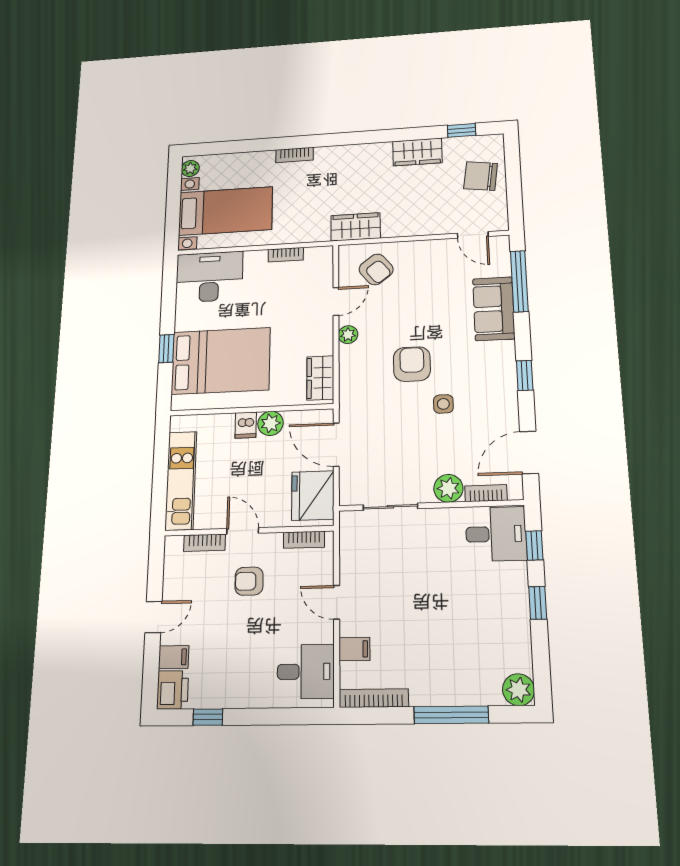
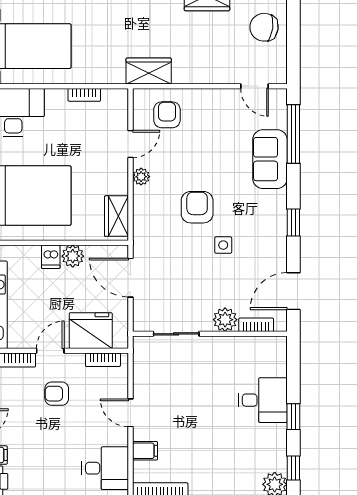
armchair: (376, 269) -> (167, 115), turned -142
fridge: (313, 496) -> (91, 331), moved, turned 90
door: (243, 531) -> (50, 351), hinge flipped
desk: (496, 534) -> (263, 400), moved
window: (534, 545) -> (293, 468), moved

